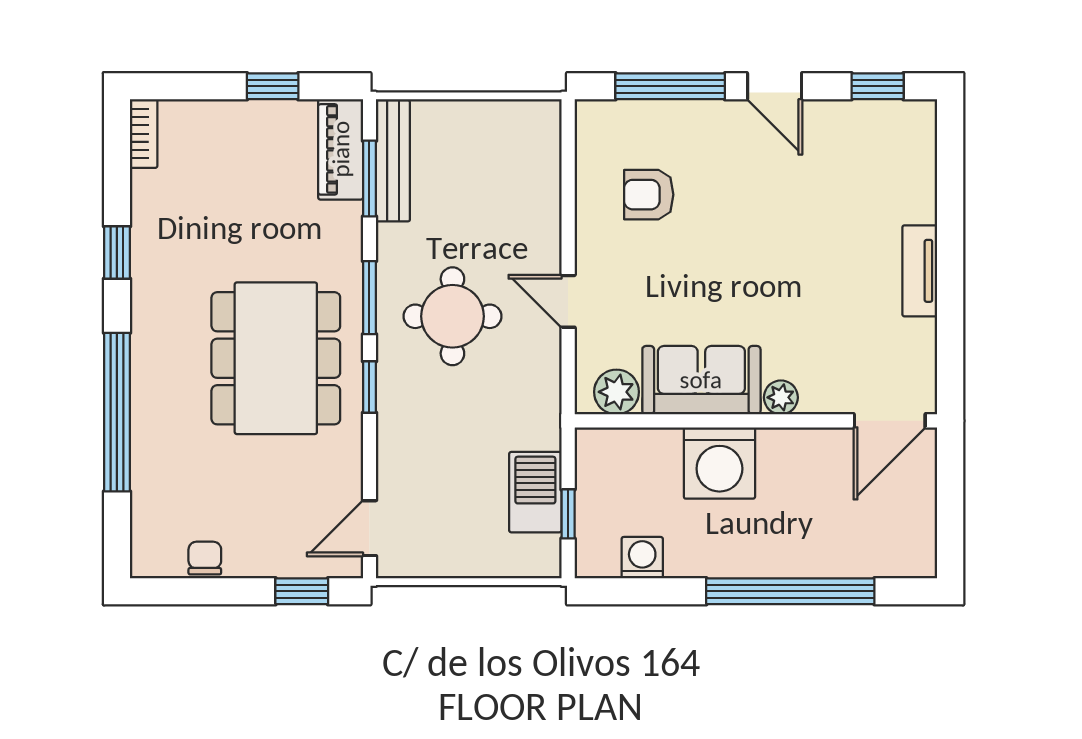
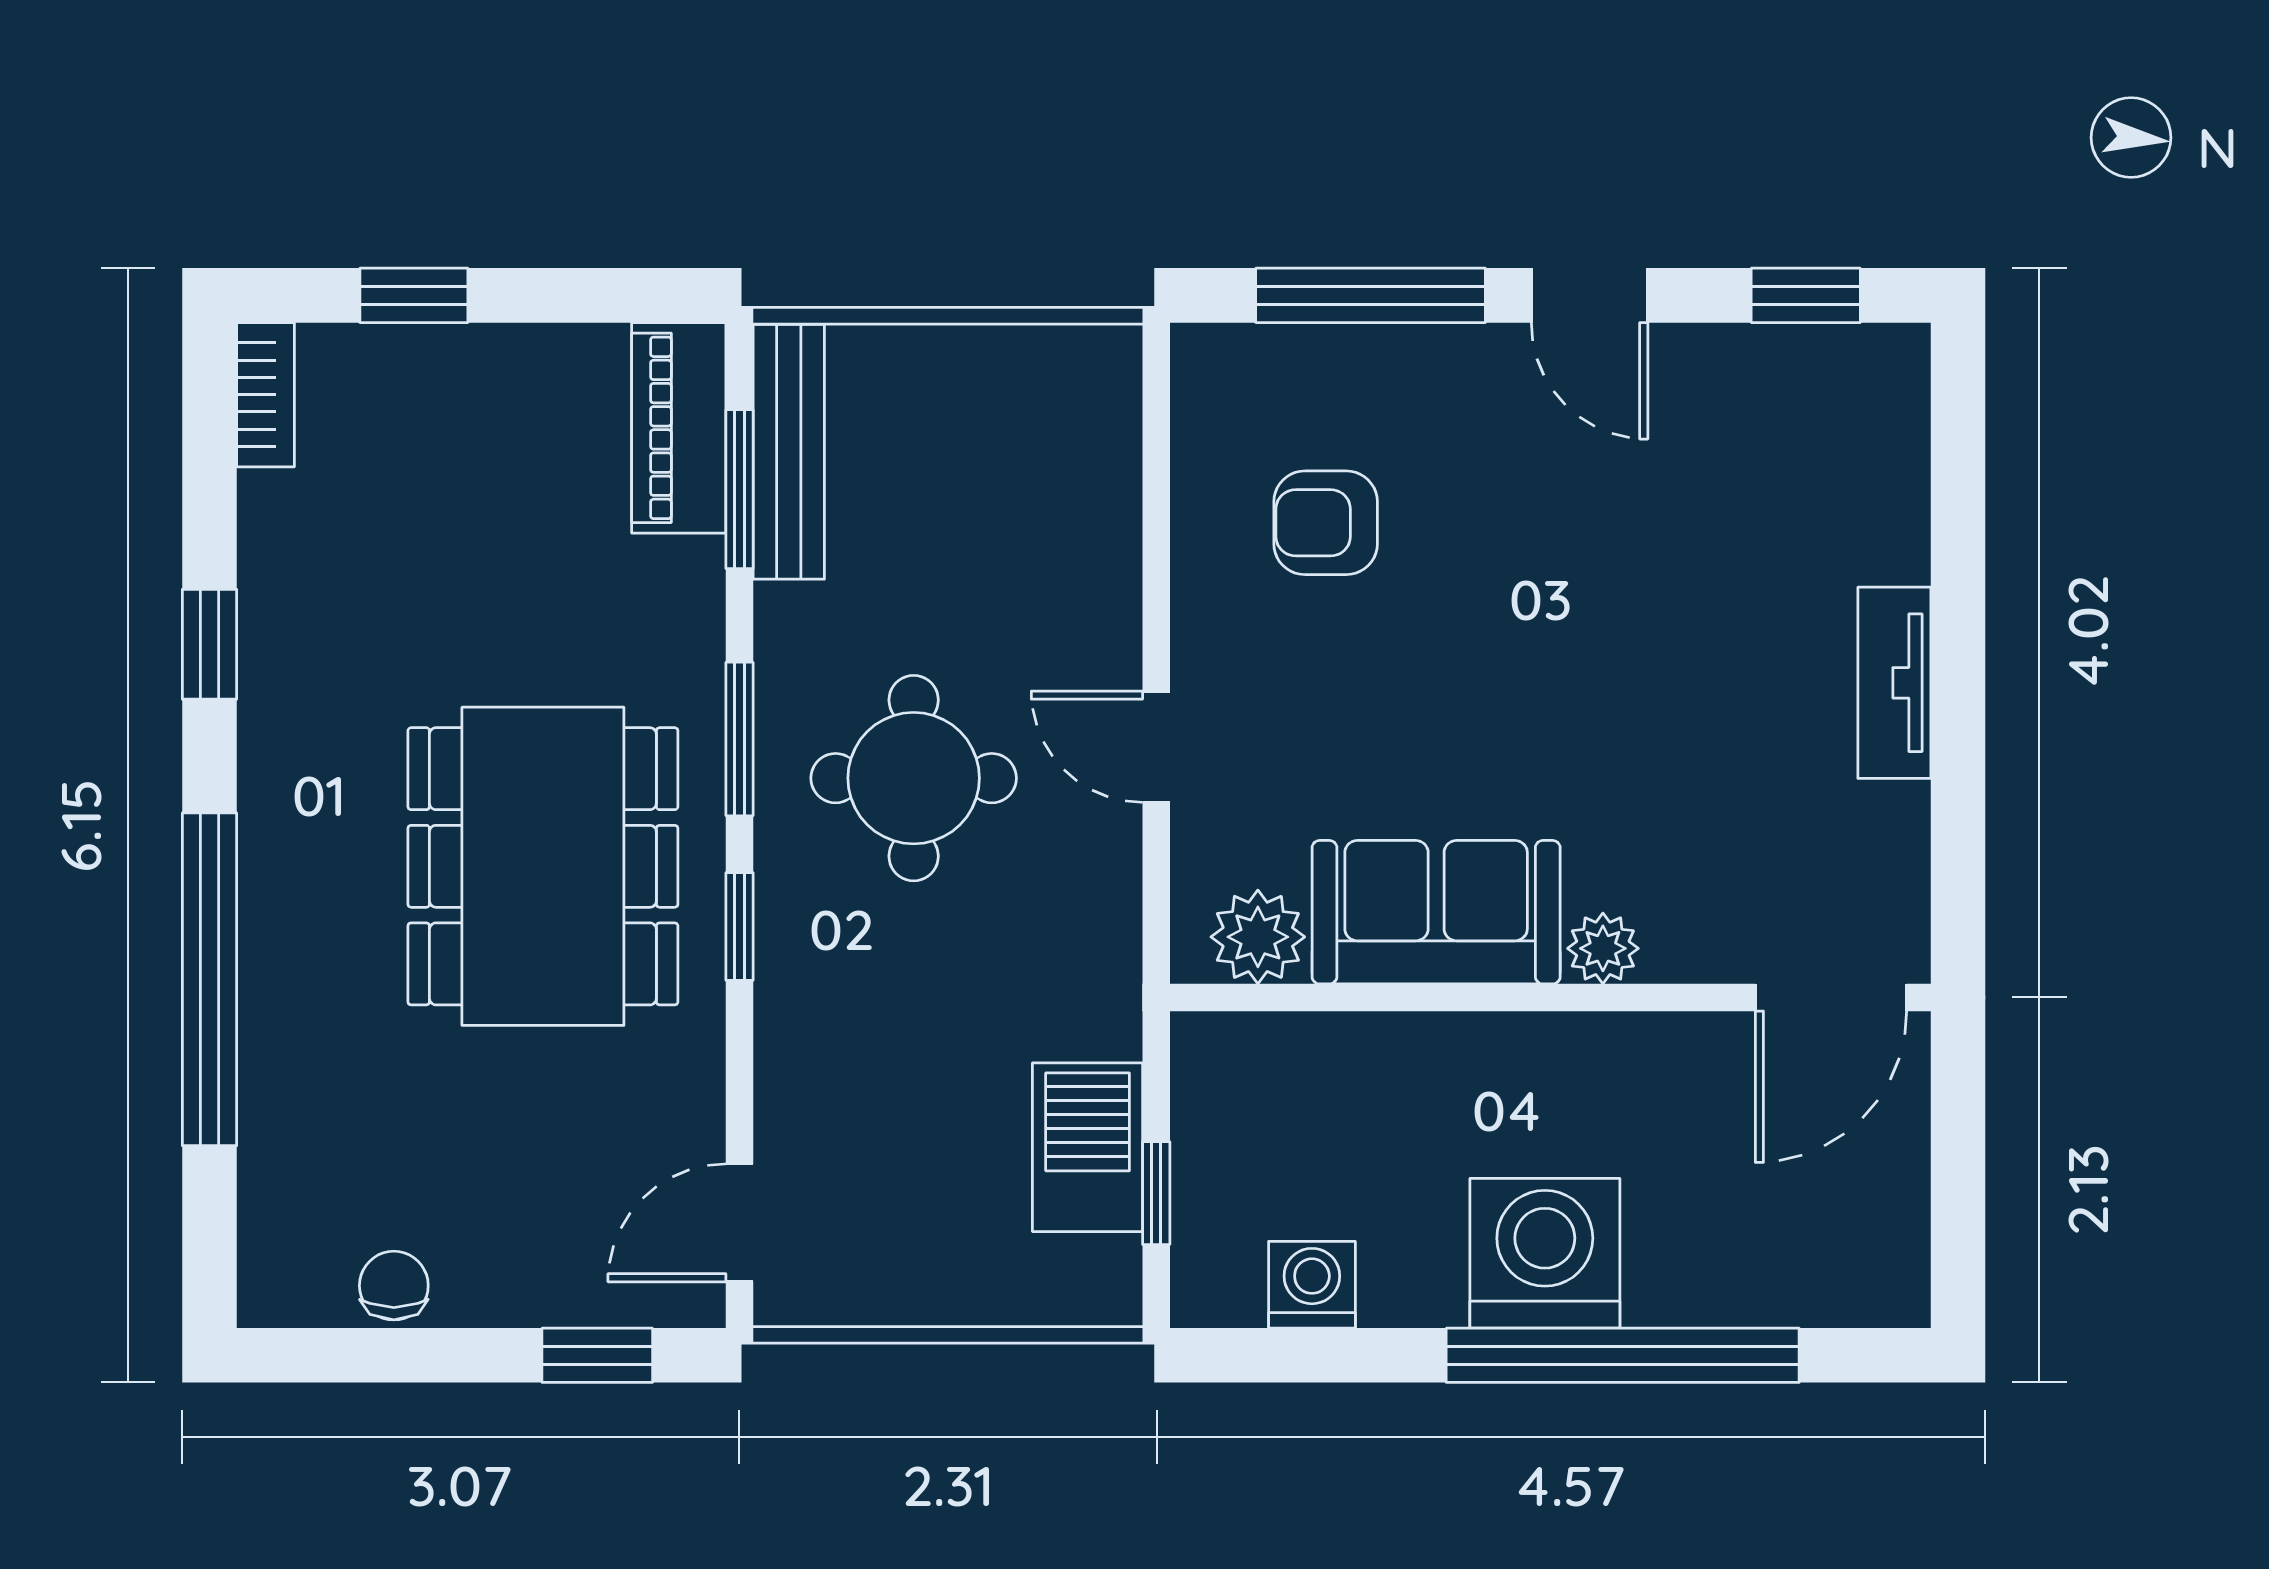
window: (273, 86) -> (414, 295), moved
washing machine: (719, 463) -> (1545, 1253), moved, turned 180

